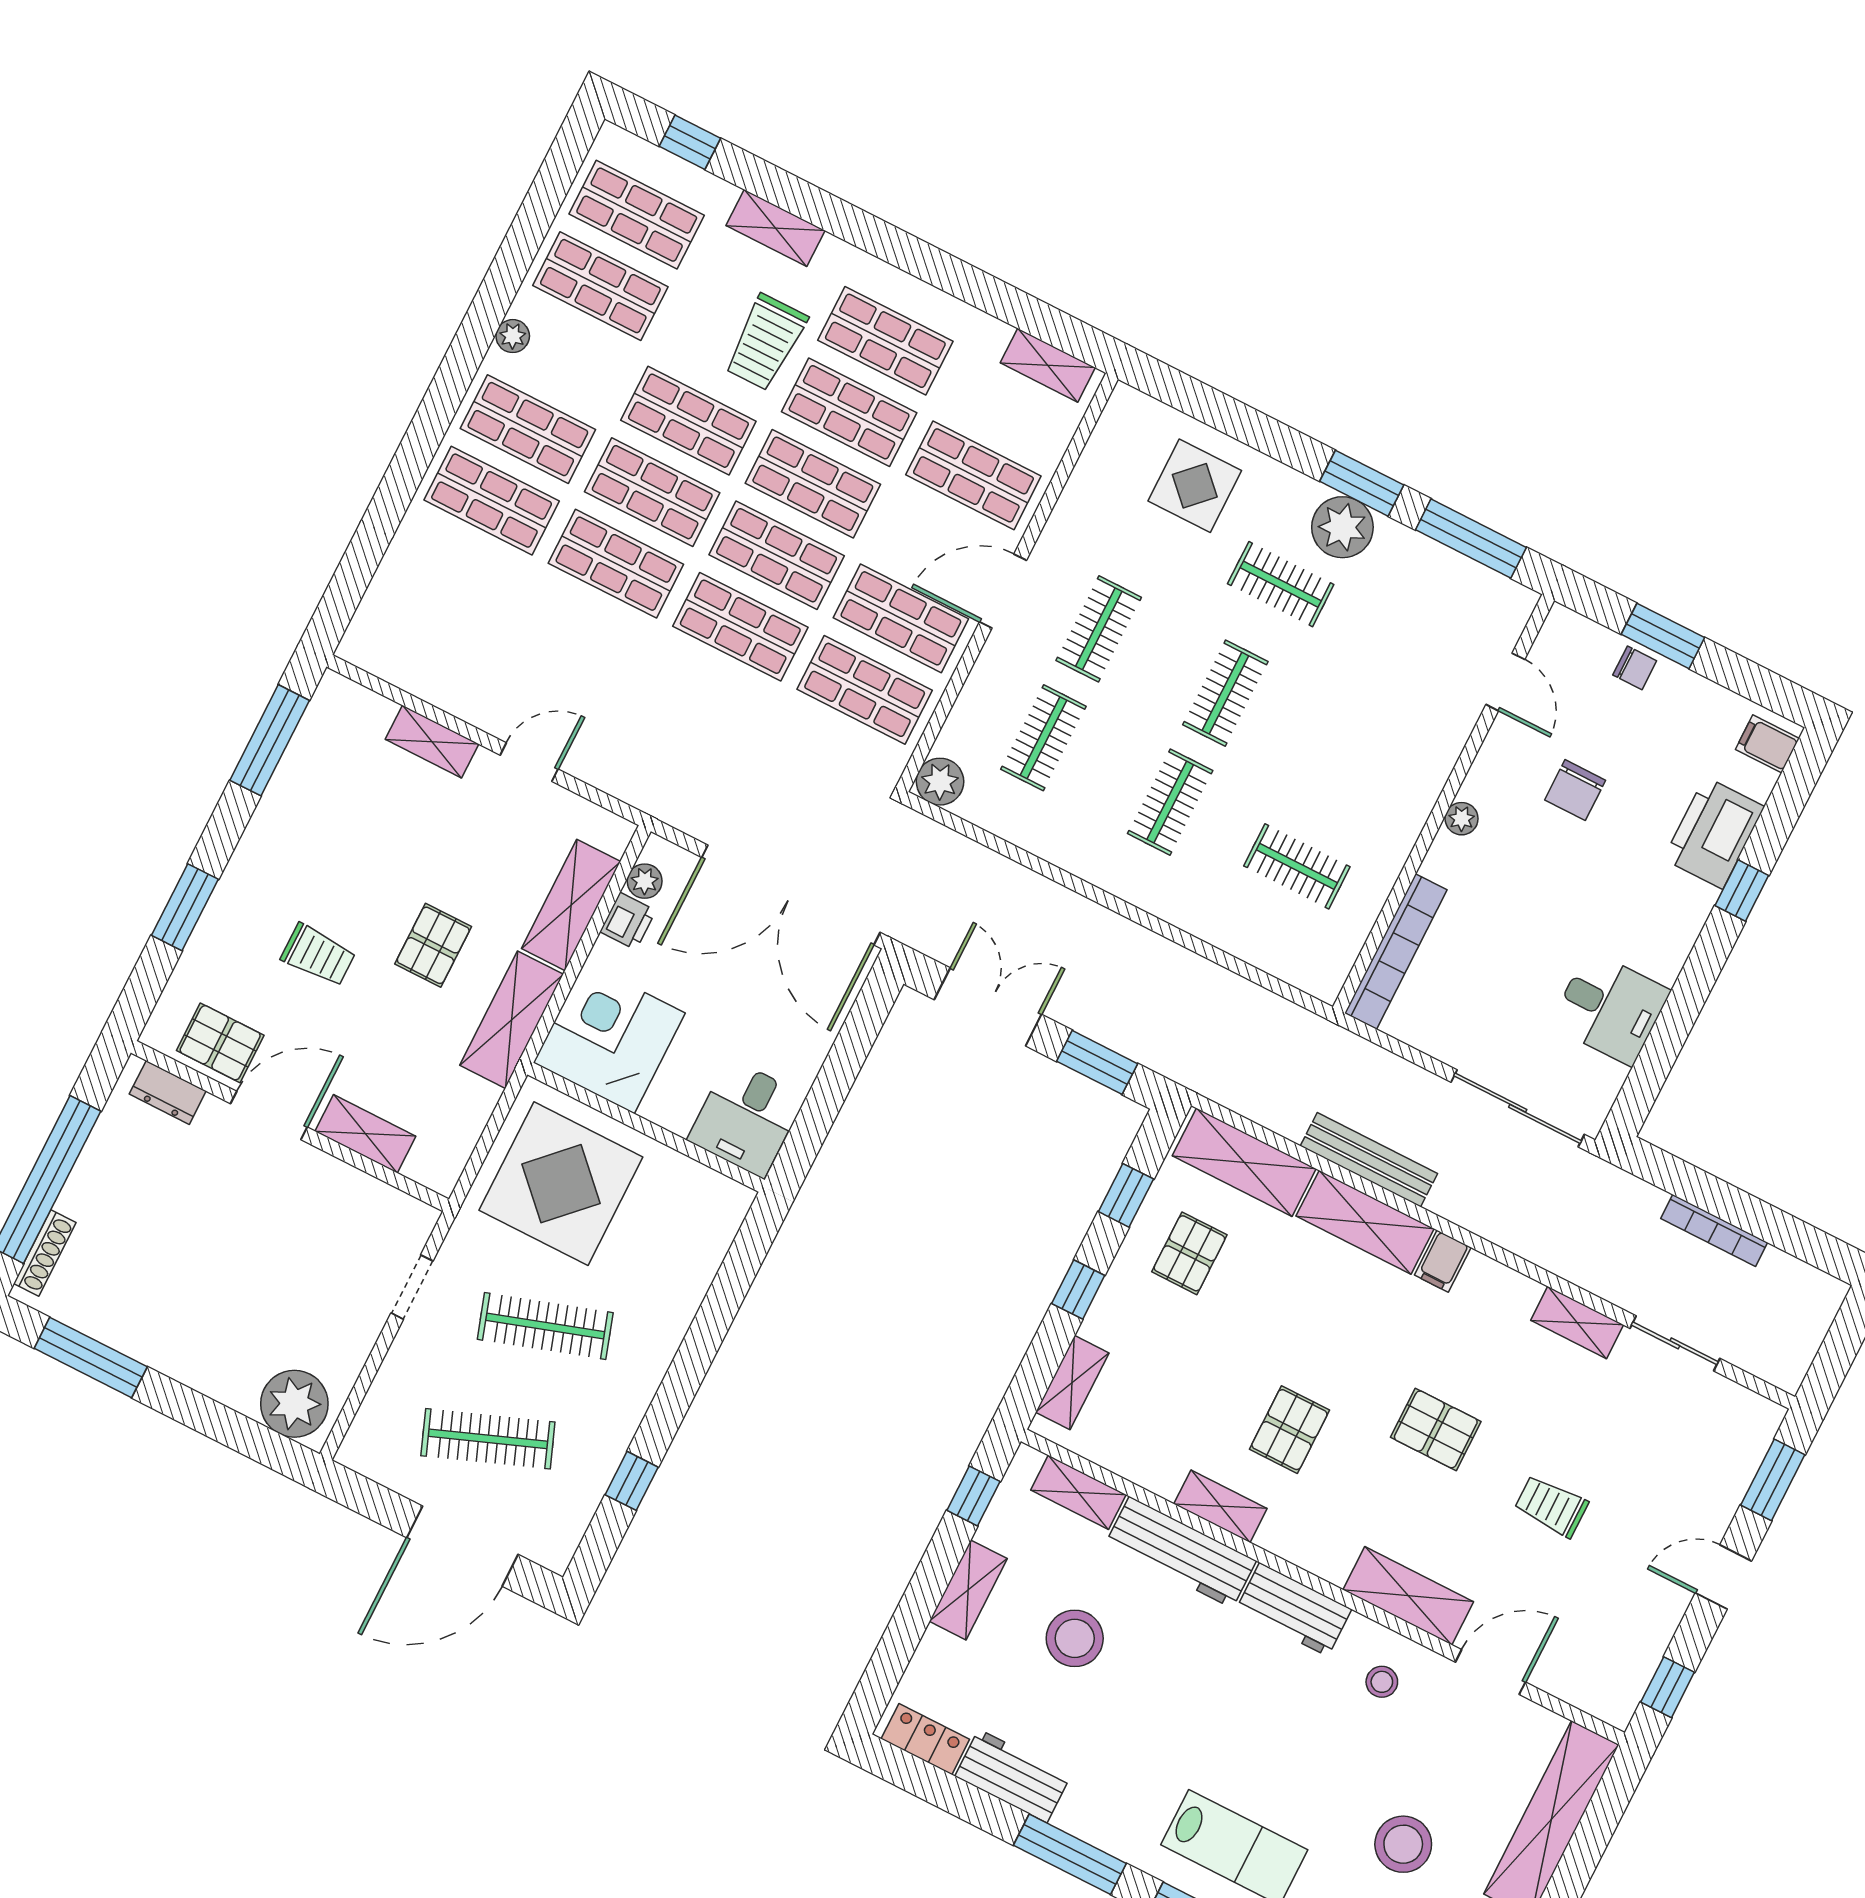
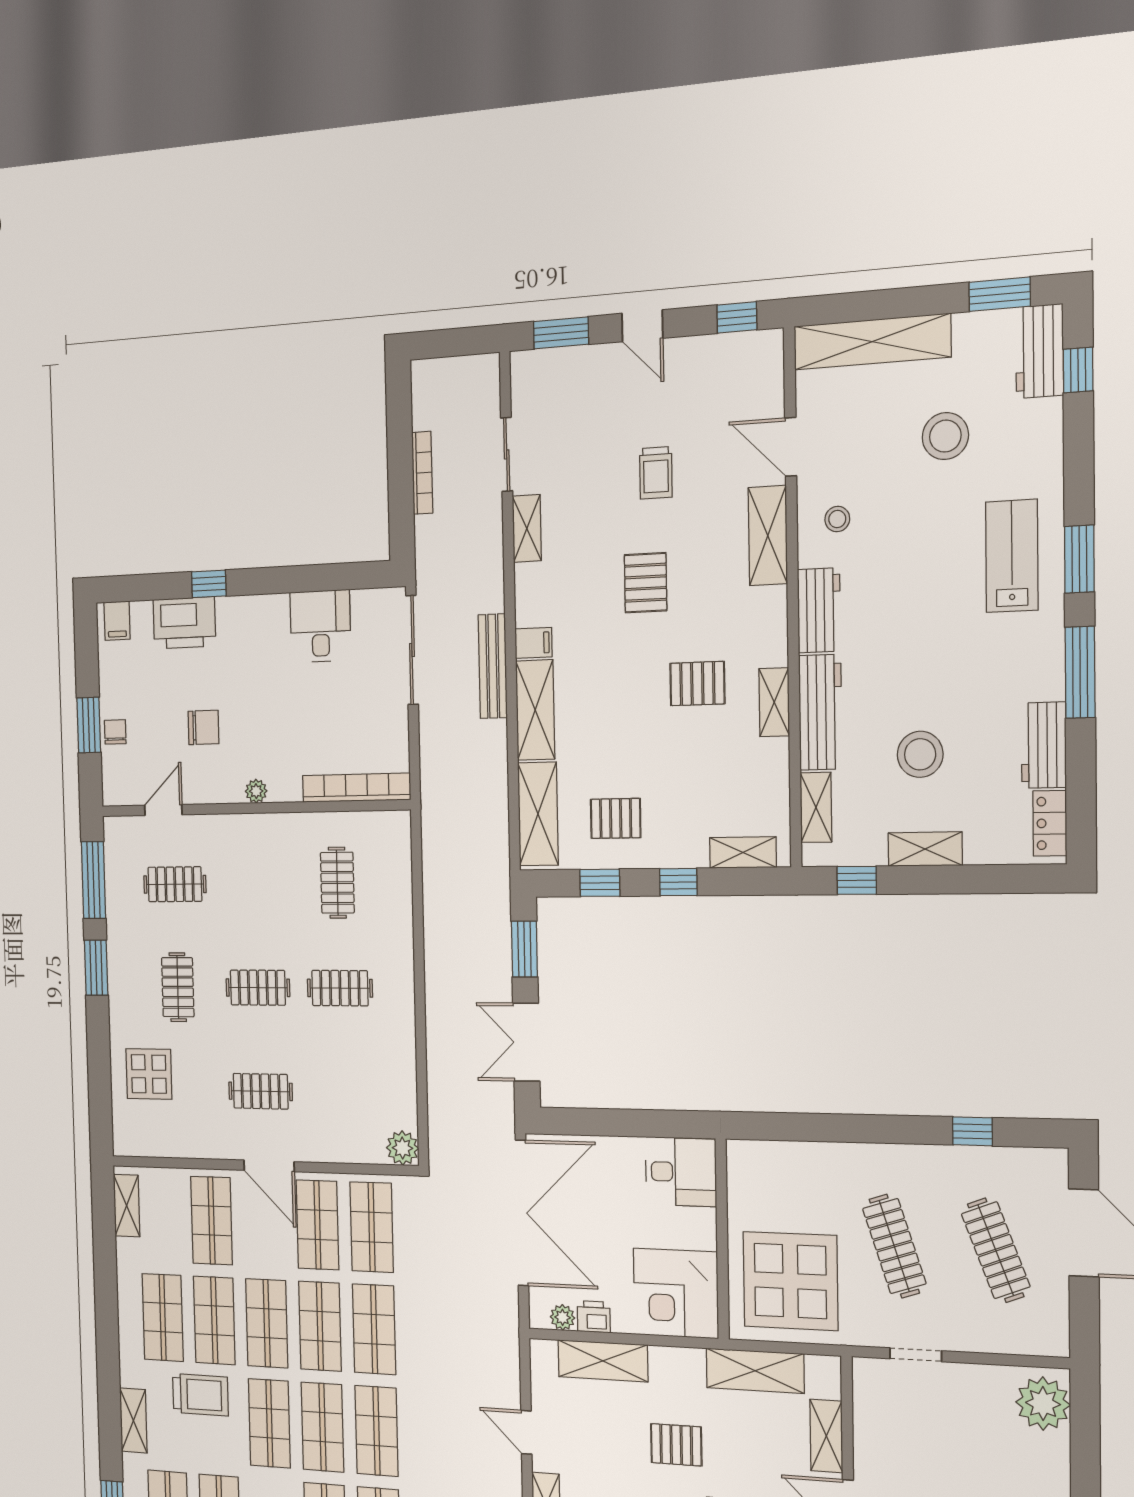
plant: (1342, 527) -> (127, 966), removed
clothes rail: (1043, 738) -> (175, 884), moved
shelving: (512, 1020) -> (755, 1371), moved
bench: (1369, 1160) -> (493, 666), moved

